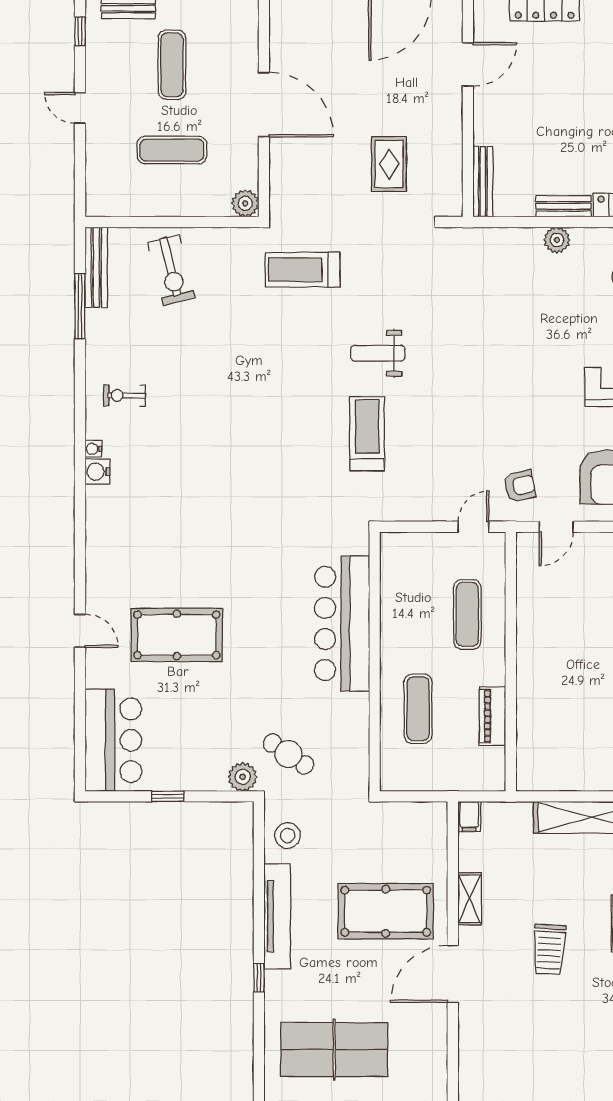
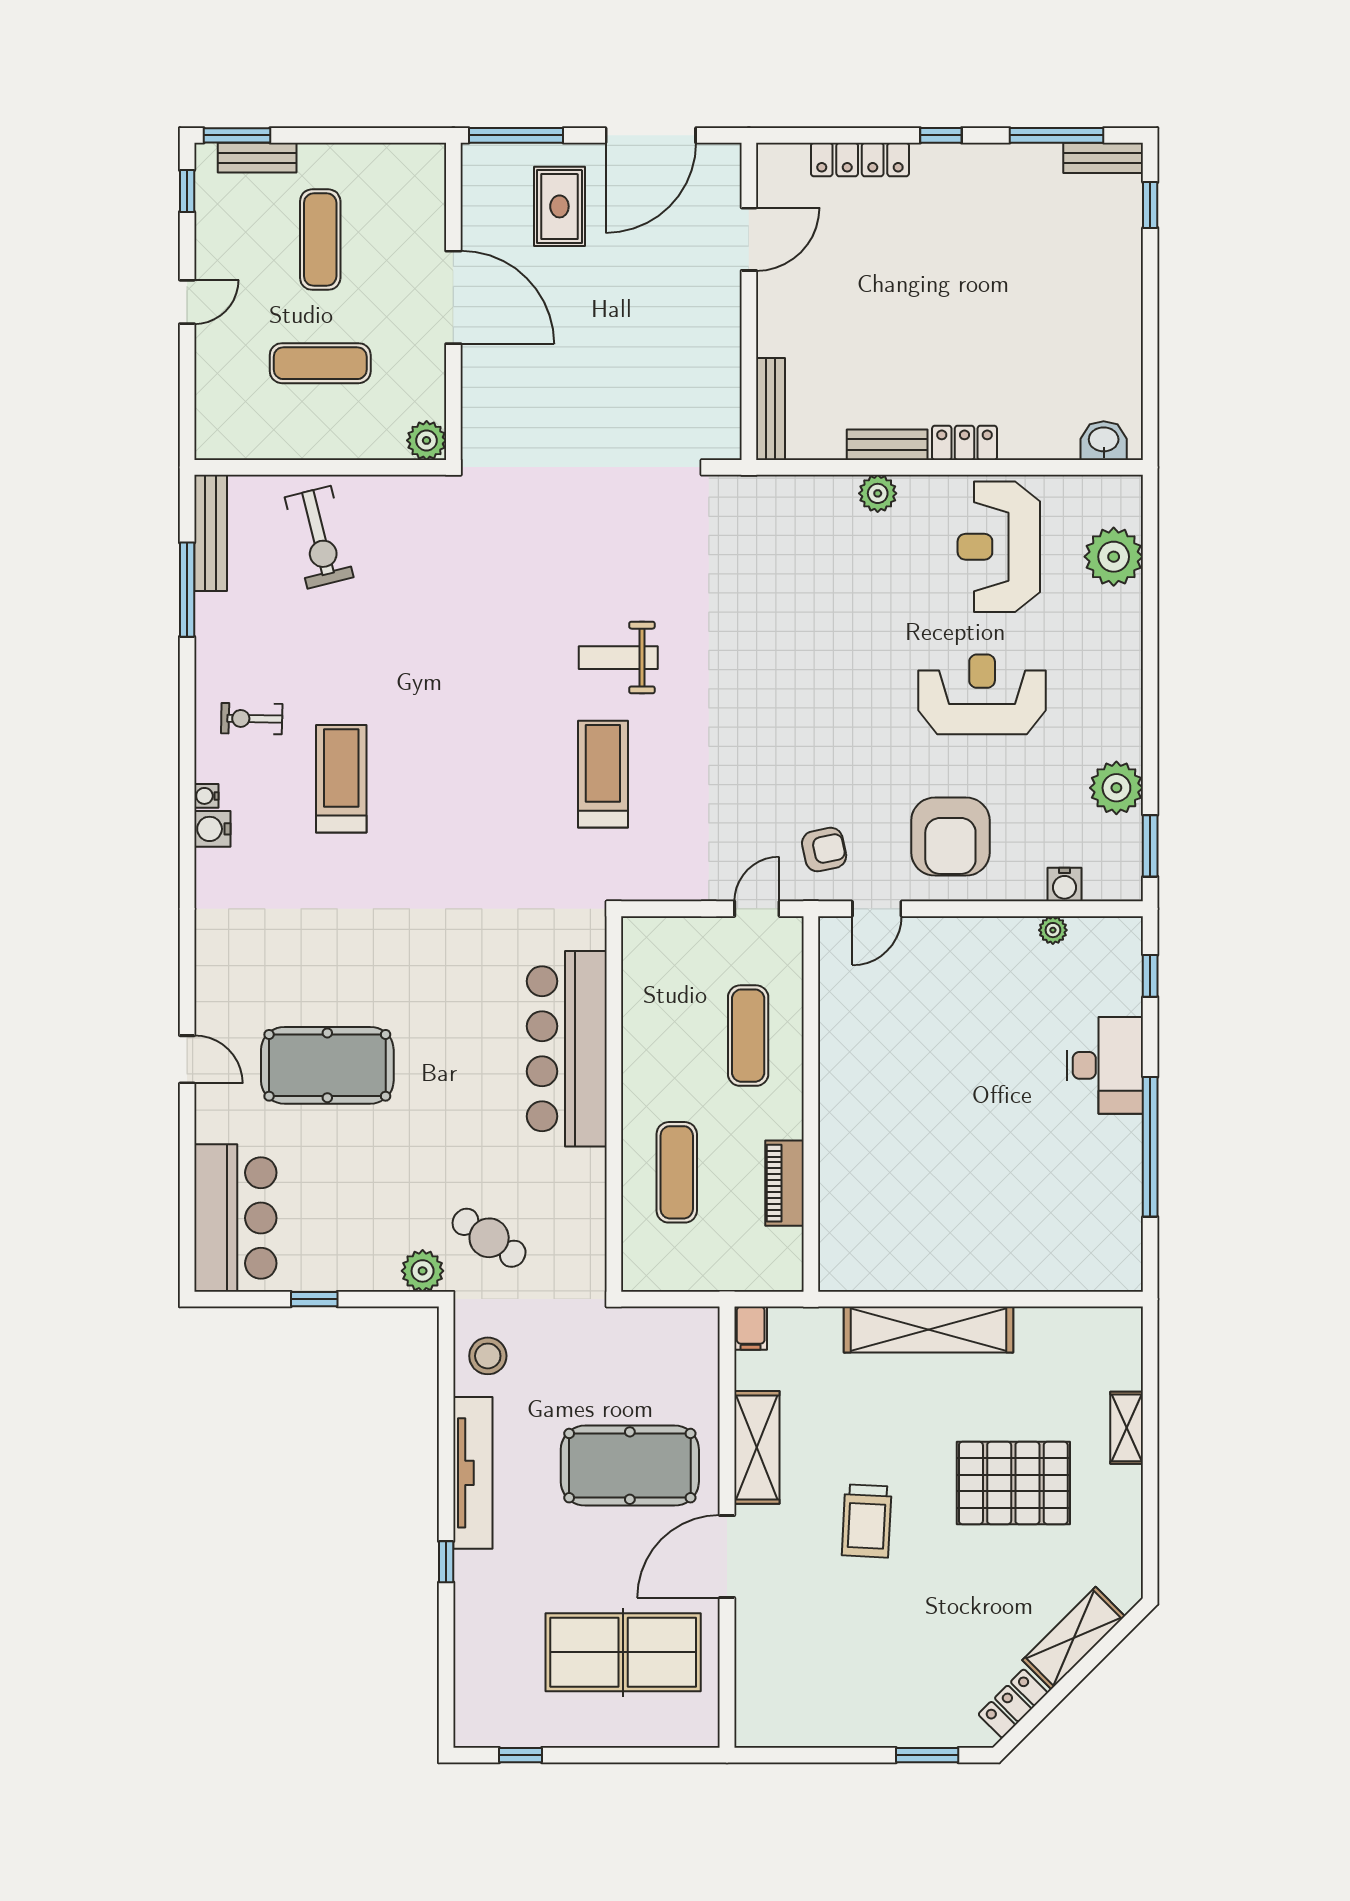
door: (80, 108) -> (187, 302), swing flipped
rug: (389, 164) -> (559, 206), moved
treadmill: (303, 270) -> (341, 779), moved, turned 90
shelving: (470, 899) -> (757, 1447), width x1.50, depth x1.33
table tennis table: (334, 1050) -> (623, 1652), moved

